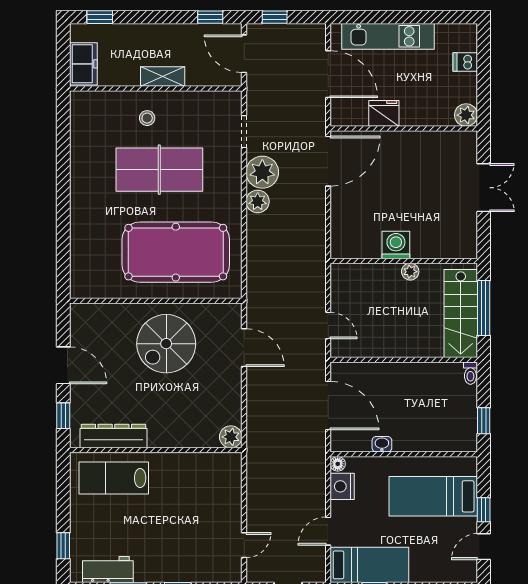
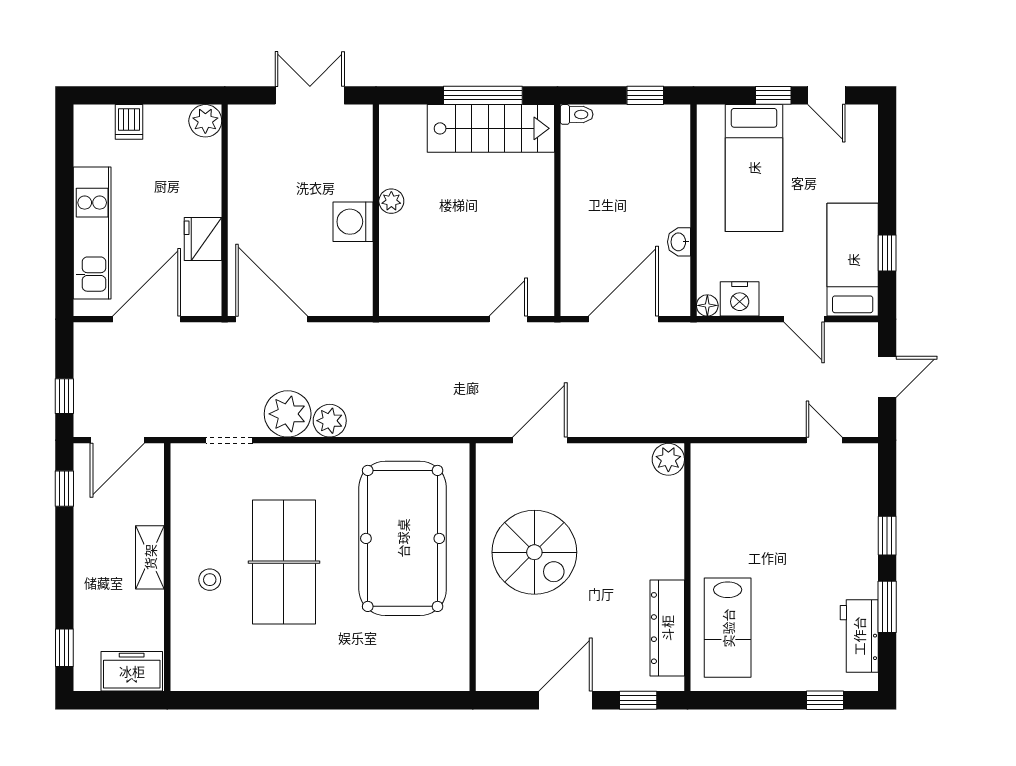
washing machine: (396, 245) -> (353, 222), moved
wall: (404, 261) -> (376, 210), moved
plant: (410, 272) -> (391, 201), moved

